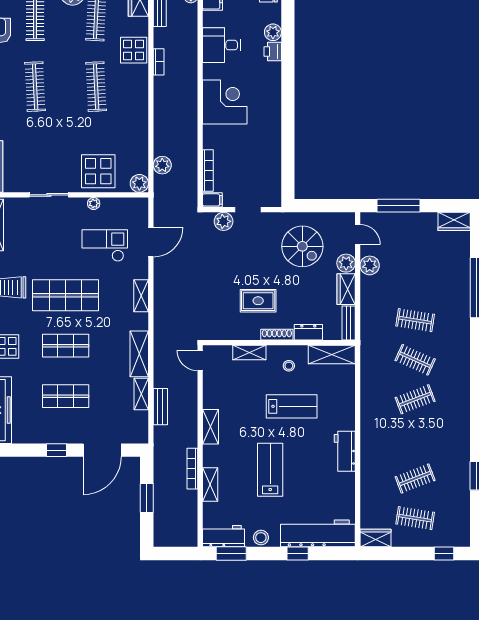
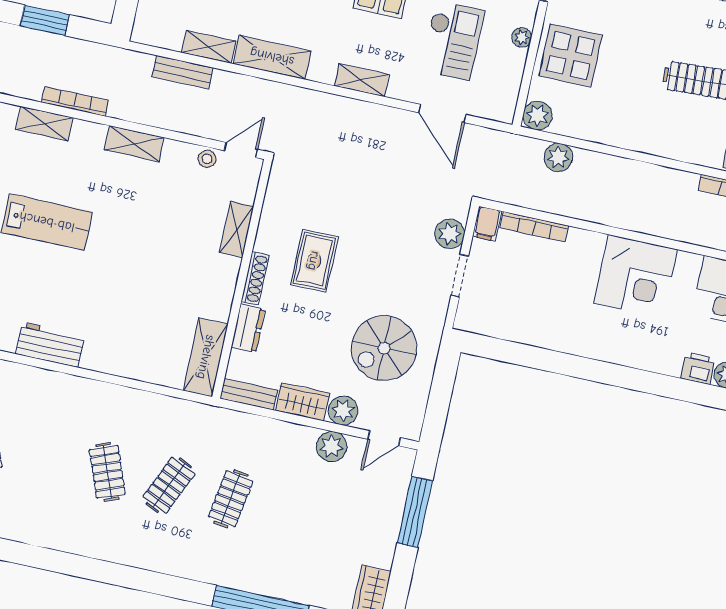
stool: (289, 366) -> (207, 159), moved
lab bench: (292, 406) -> (138, 277), removed

